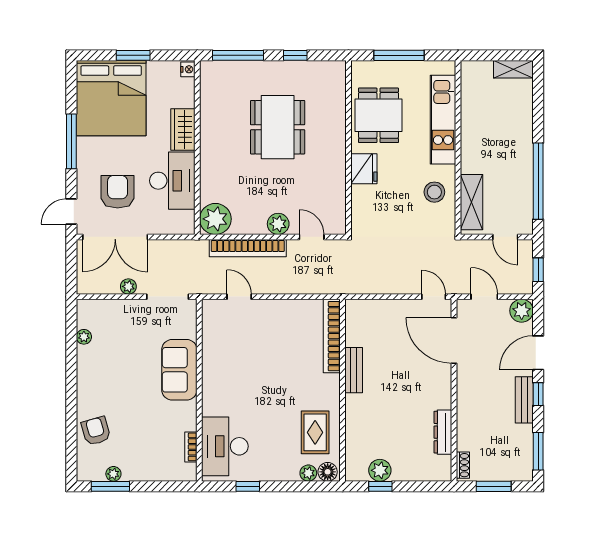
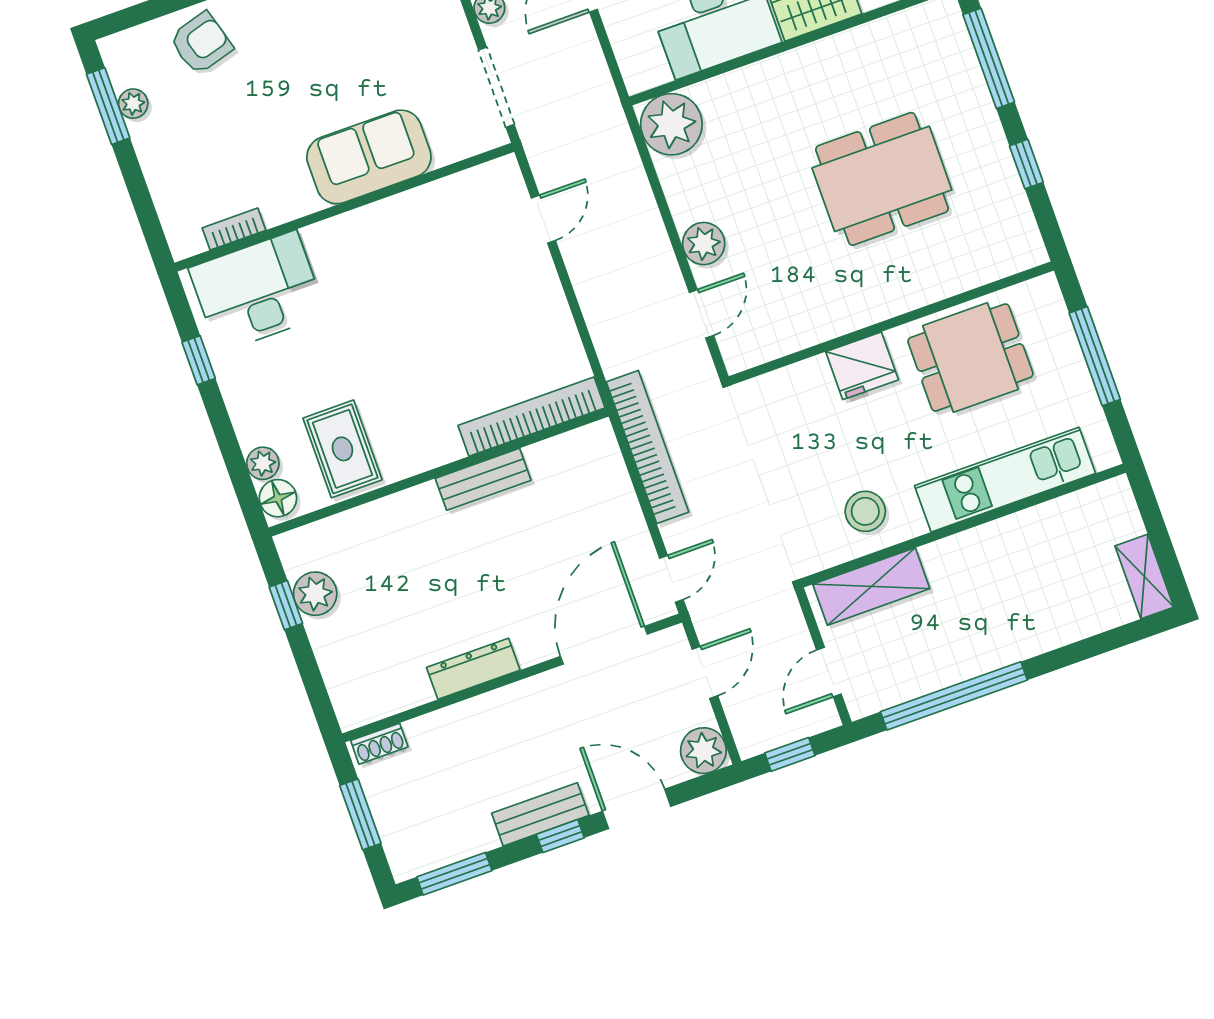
bookcase: (248, 248) -> (648, 447), moved, turned 180
rug: (315, 432) -> (342, 449), turned 90
dresser: (443, 432) -> (473, 669), moved

